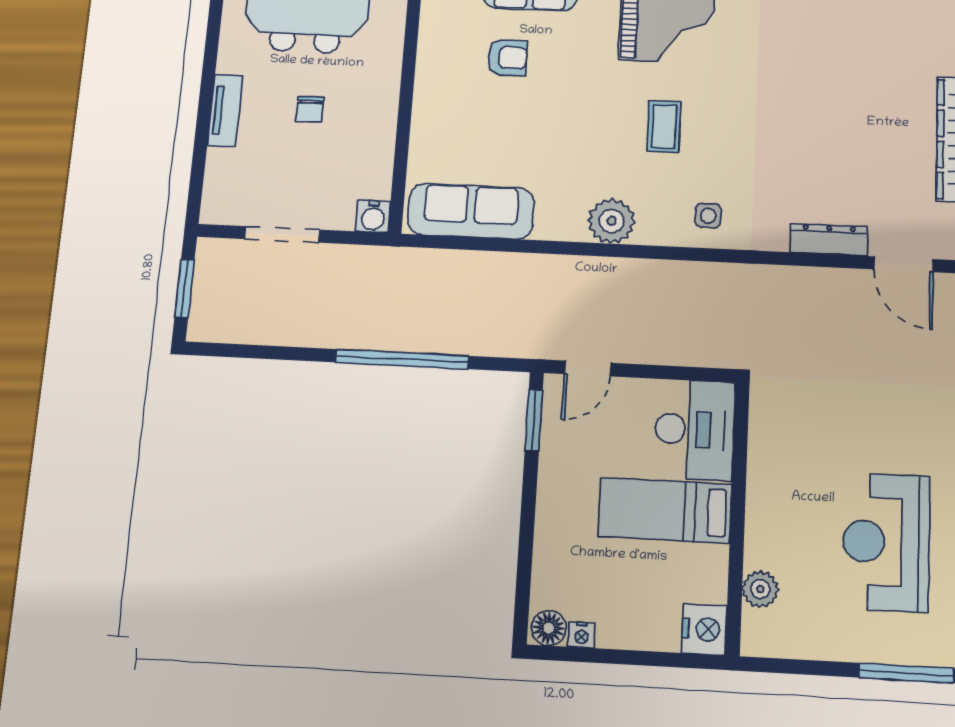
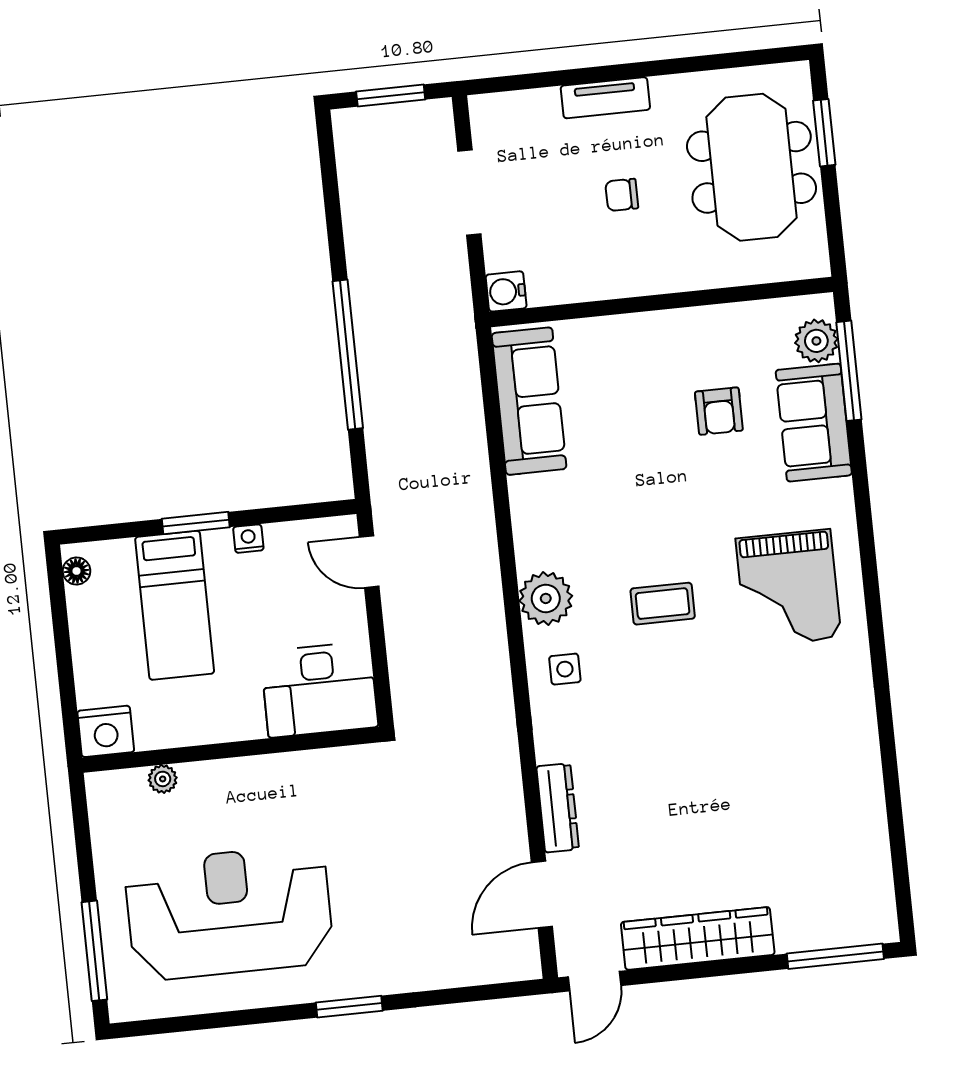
plant: (612, 221) -> (546, 598), moved
window: (534, 420) -> (196, 523), moved
bed: (665, 510) -> (175, 605), moved, turned 180
reception desk: (886, 542) -> (229, 913), width x1.36, depth x1.30
plant: (760, 589) -> (163, 779), width x0.73, depth x0.73
floor lamp: (549, 628) -> (77, 571), width x0.73, depth x0.73
nightstand: (582, 635) -> (248, 539), moved, turned 90

